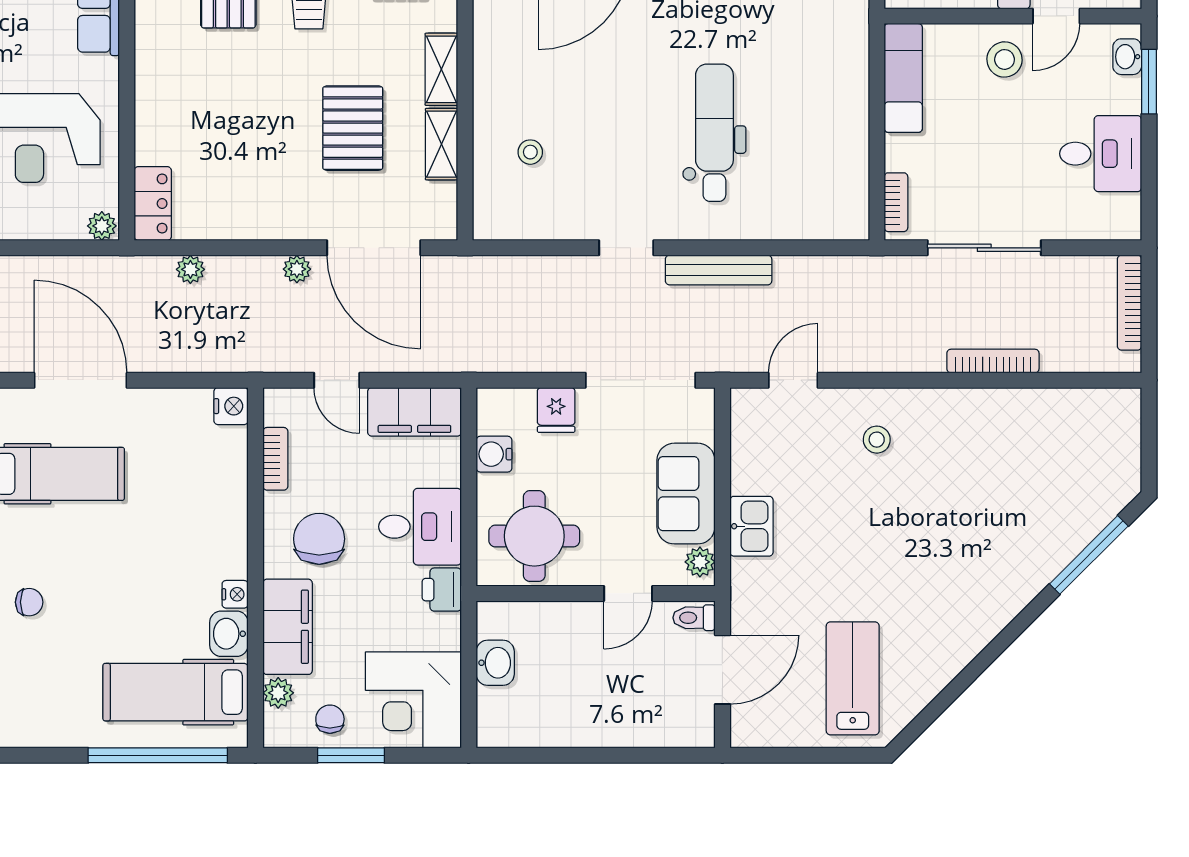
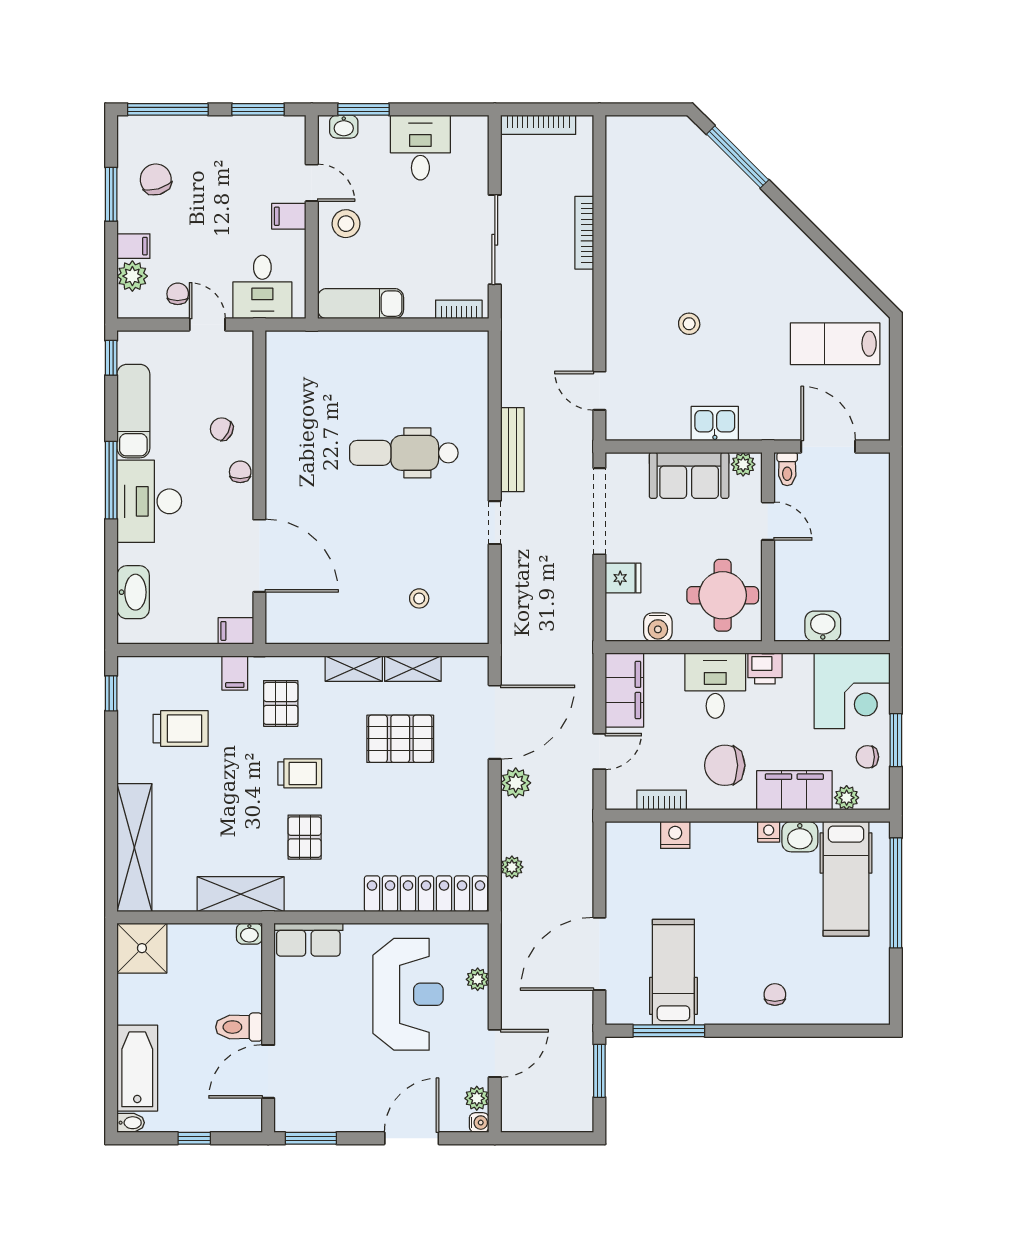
locker: (153, 204) -> (426, 894), width x2.16, depth x1.21
plant: (102, 226) -> (478, 979), moved
plant: (297, 269) -> (516, 783), width x1.38, depth x1.38
nightstand: (231, 406) -> (675, 835), moved
stool: (877, 440) -> (689, 324), moved

